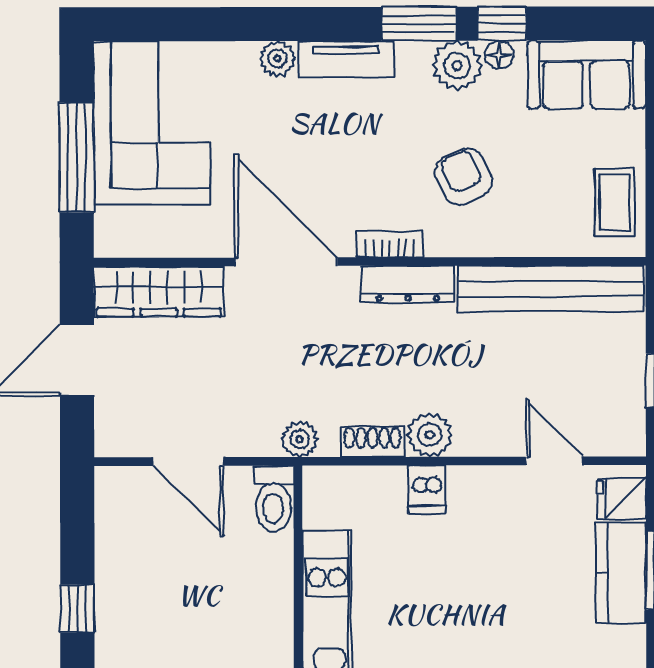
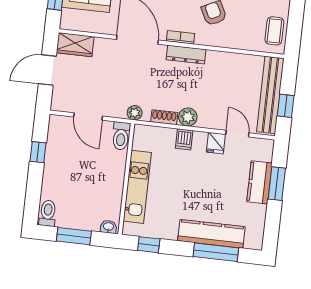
bench: (551, 289) -> (270, 95), moved, turned 90
wardrobe: (159, 291) -> (75, 45), width x0.67
fridge: (622, 498) -> (216, 143), moved, turned -90
window: (77, 609) -> (38, 152), moved

